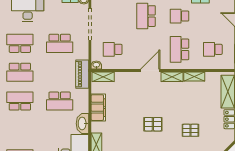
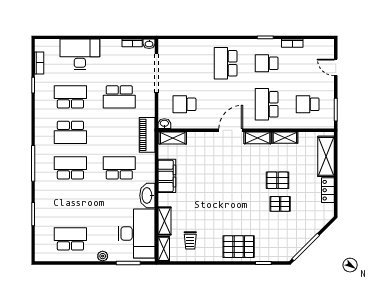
school desk: (60, 101) -> (119, 168), turned 180
pallet: (153, 124) -> (278, 180), moved

